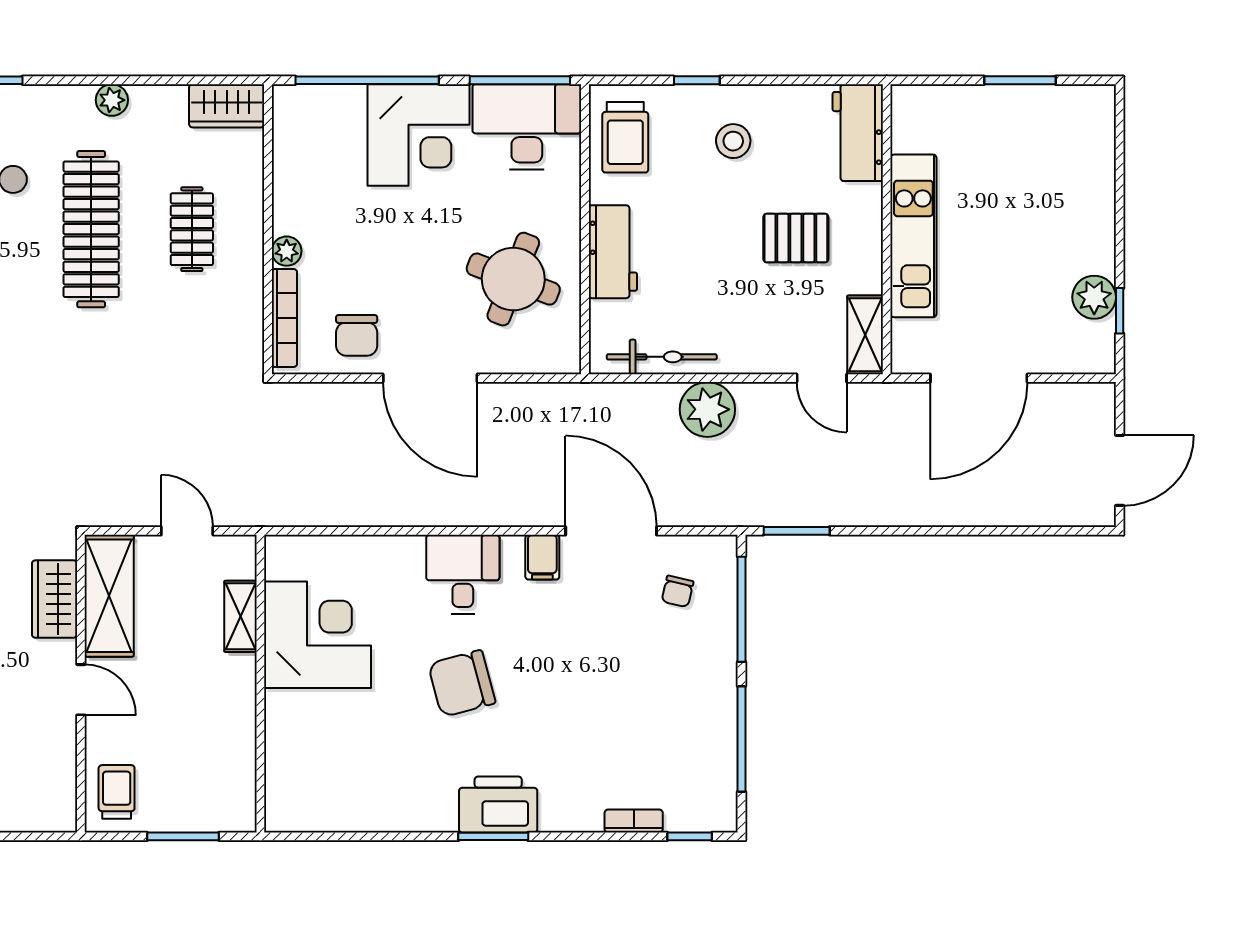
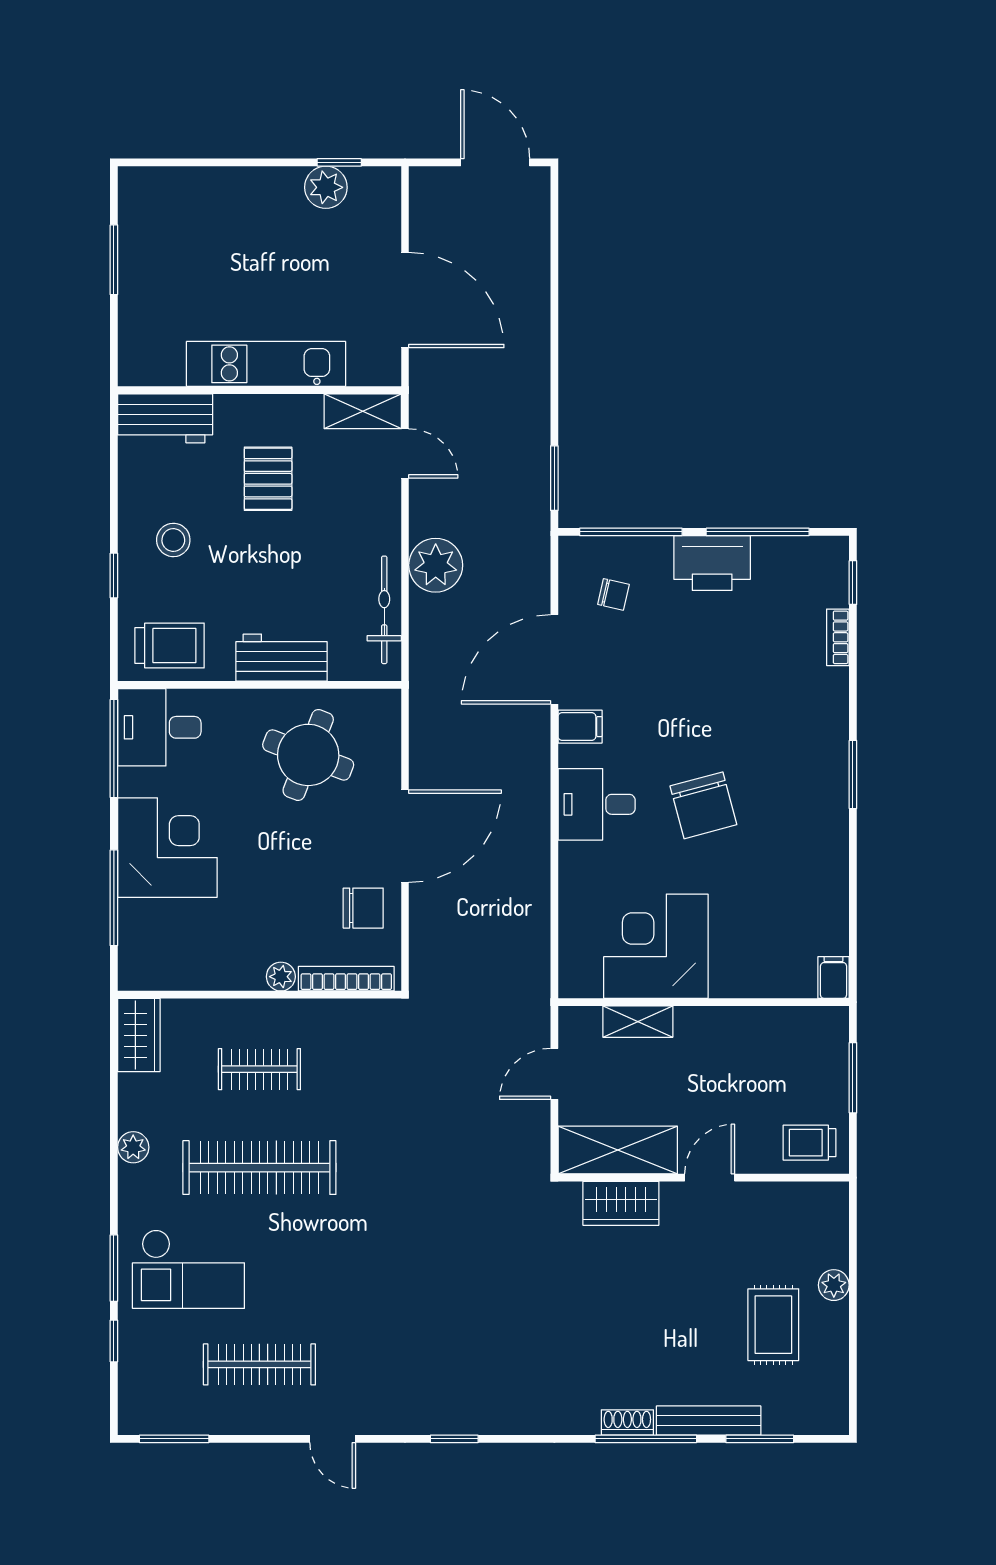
window: (367, 80) -> (114, 898), width x0.68
desk: (527, 127) -> (159, 727), width x0.73
door: (822, 378) -> (405, 453), hinge flipped
printer: (498, 805) -> (712, 563), moved, turned -90
filing cabinet: (286, 817) -> (834, 978), added

